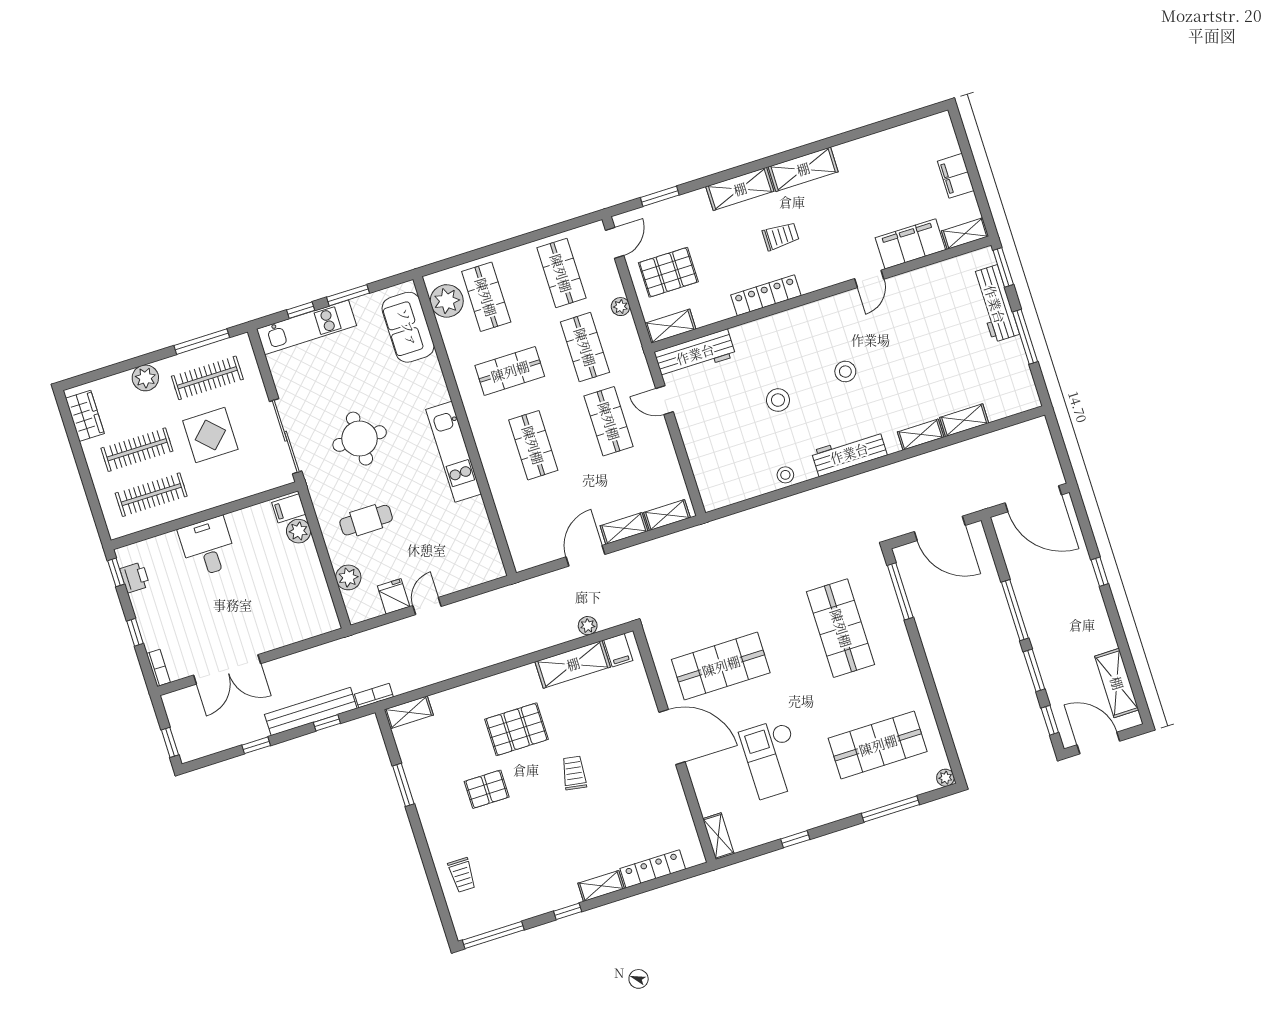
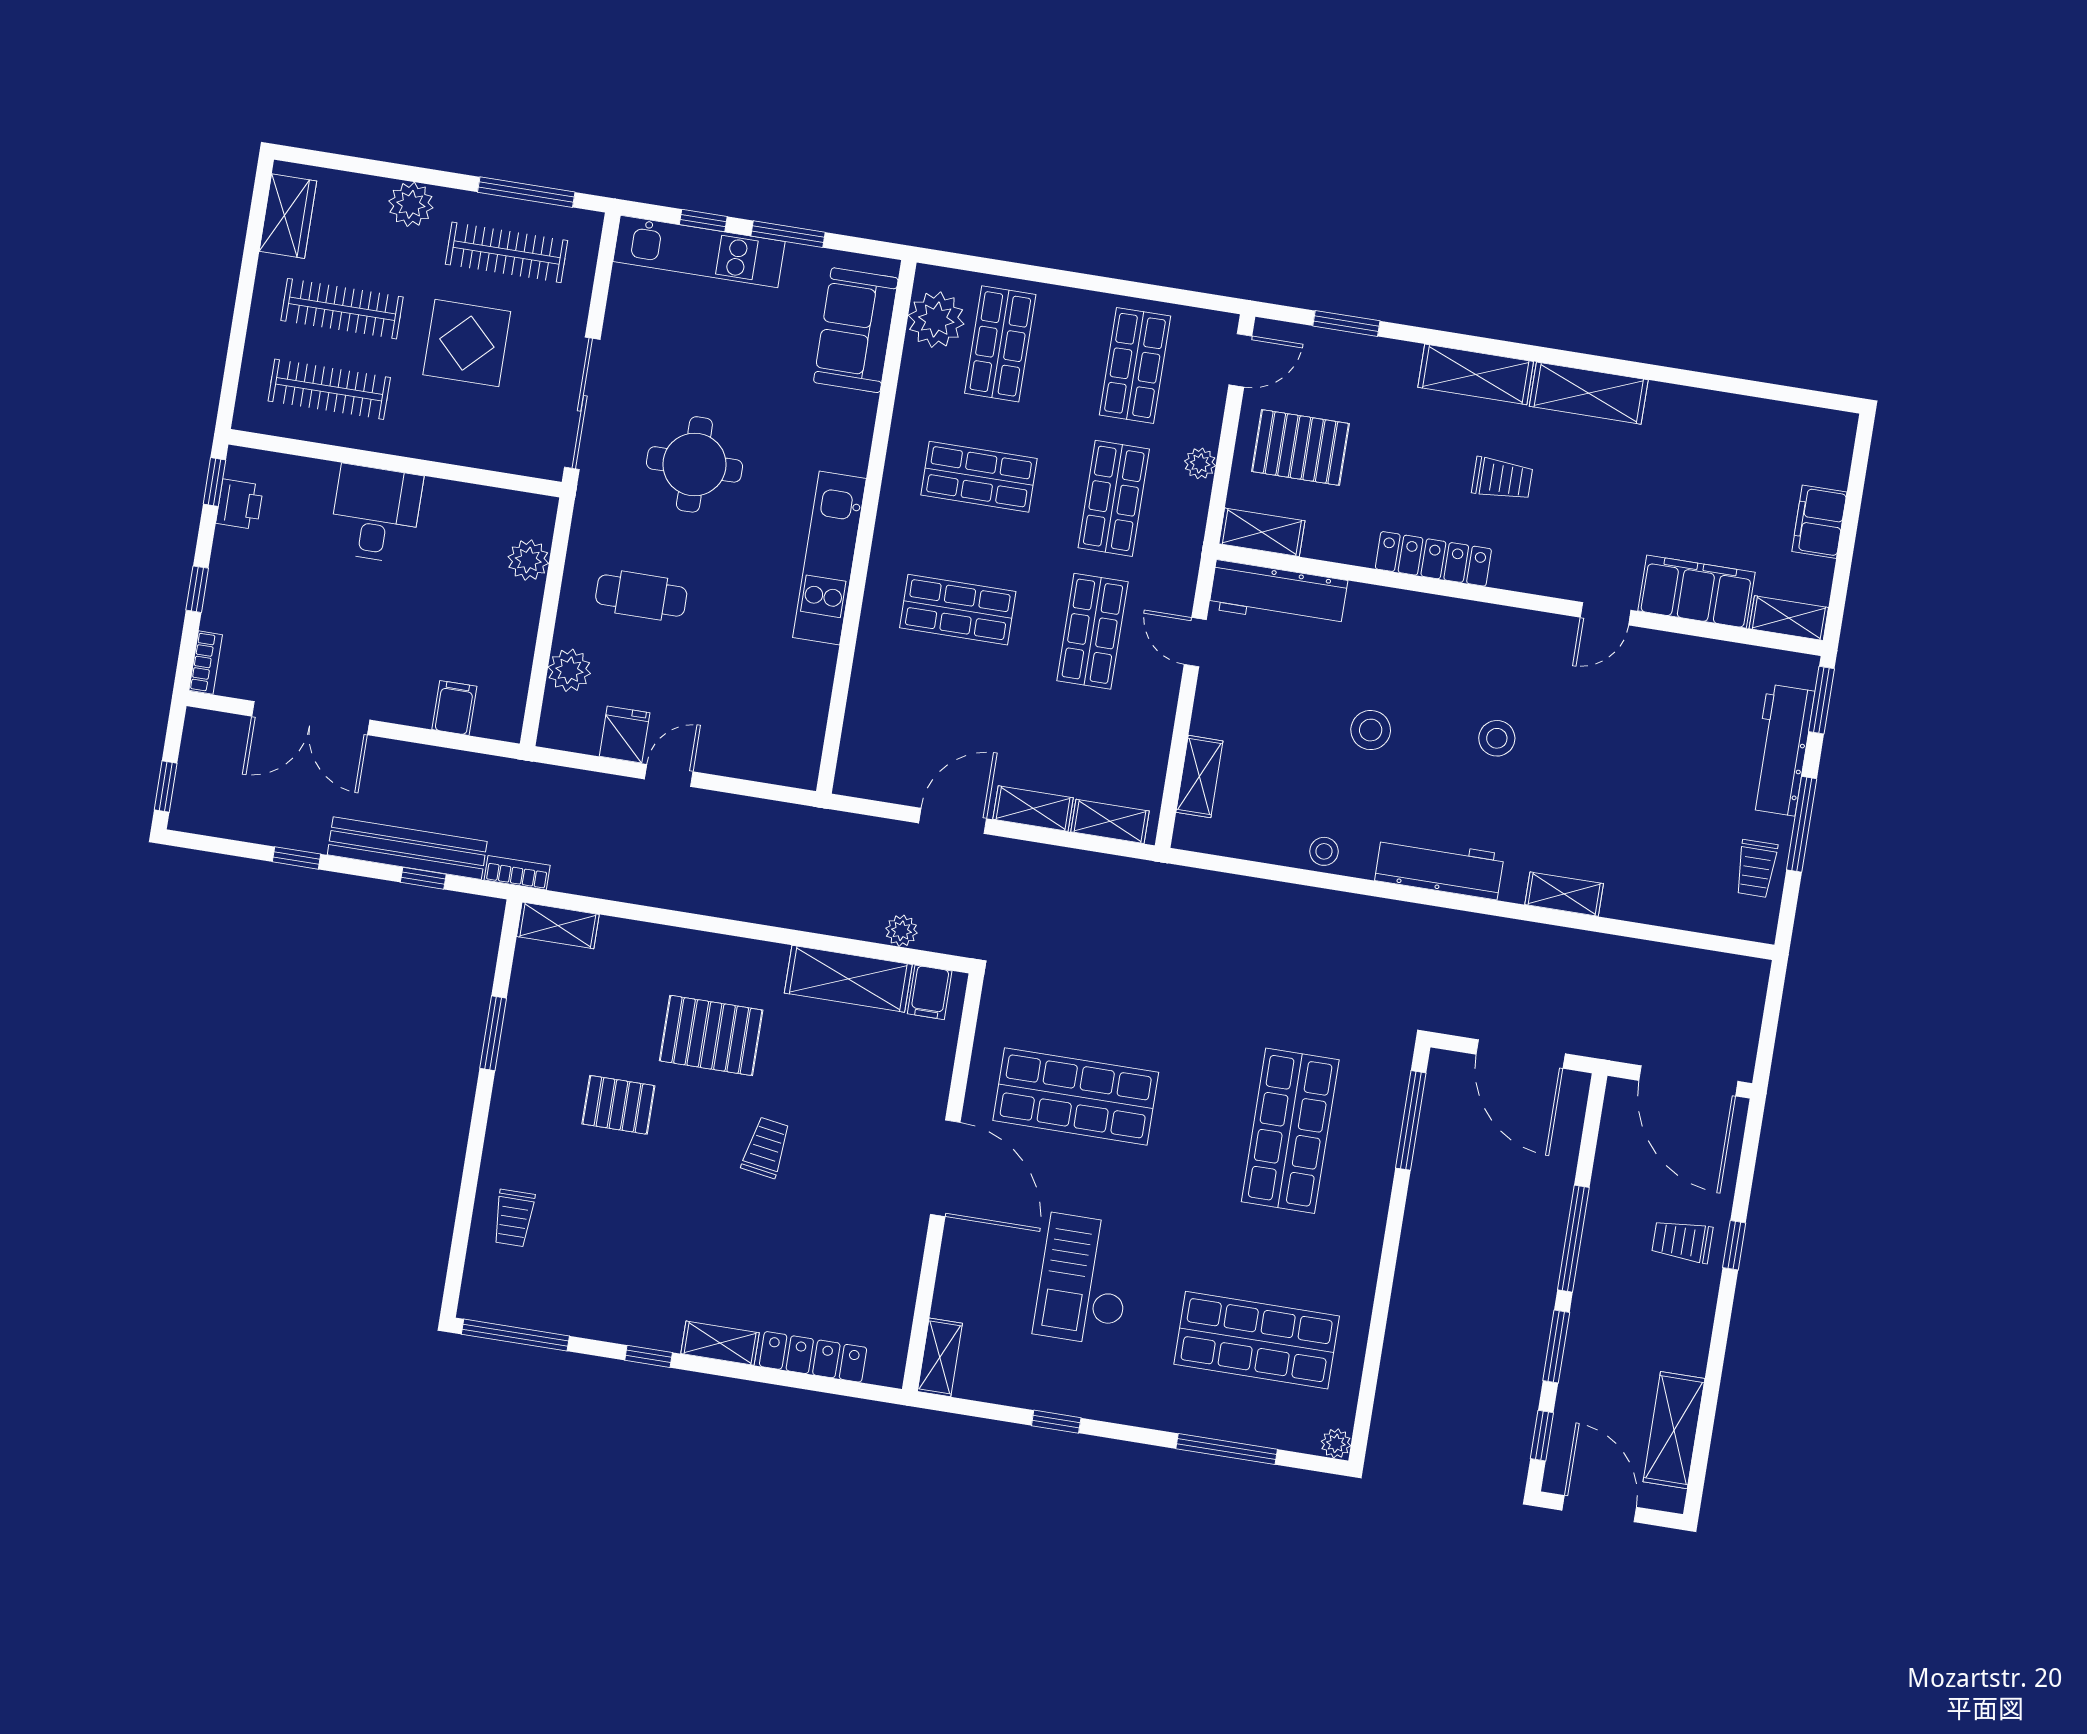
trolley: (1013, 371) -> (1756, 868), added
shelving: (964, 420) -> (1199, 777), moved, turned 90
shop shelf: (533, 445) -> (958, 610), turned 90
filing cabinet: (289, 508) -> (454, 708), moved, turned 90
trolley: (1072, 583) -> (1682, 1241), added

